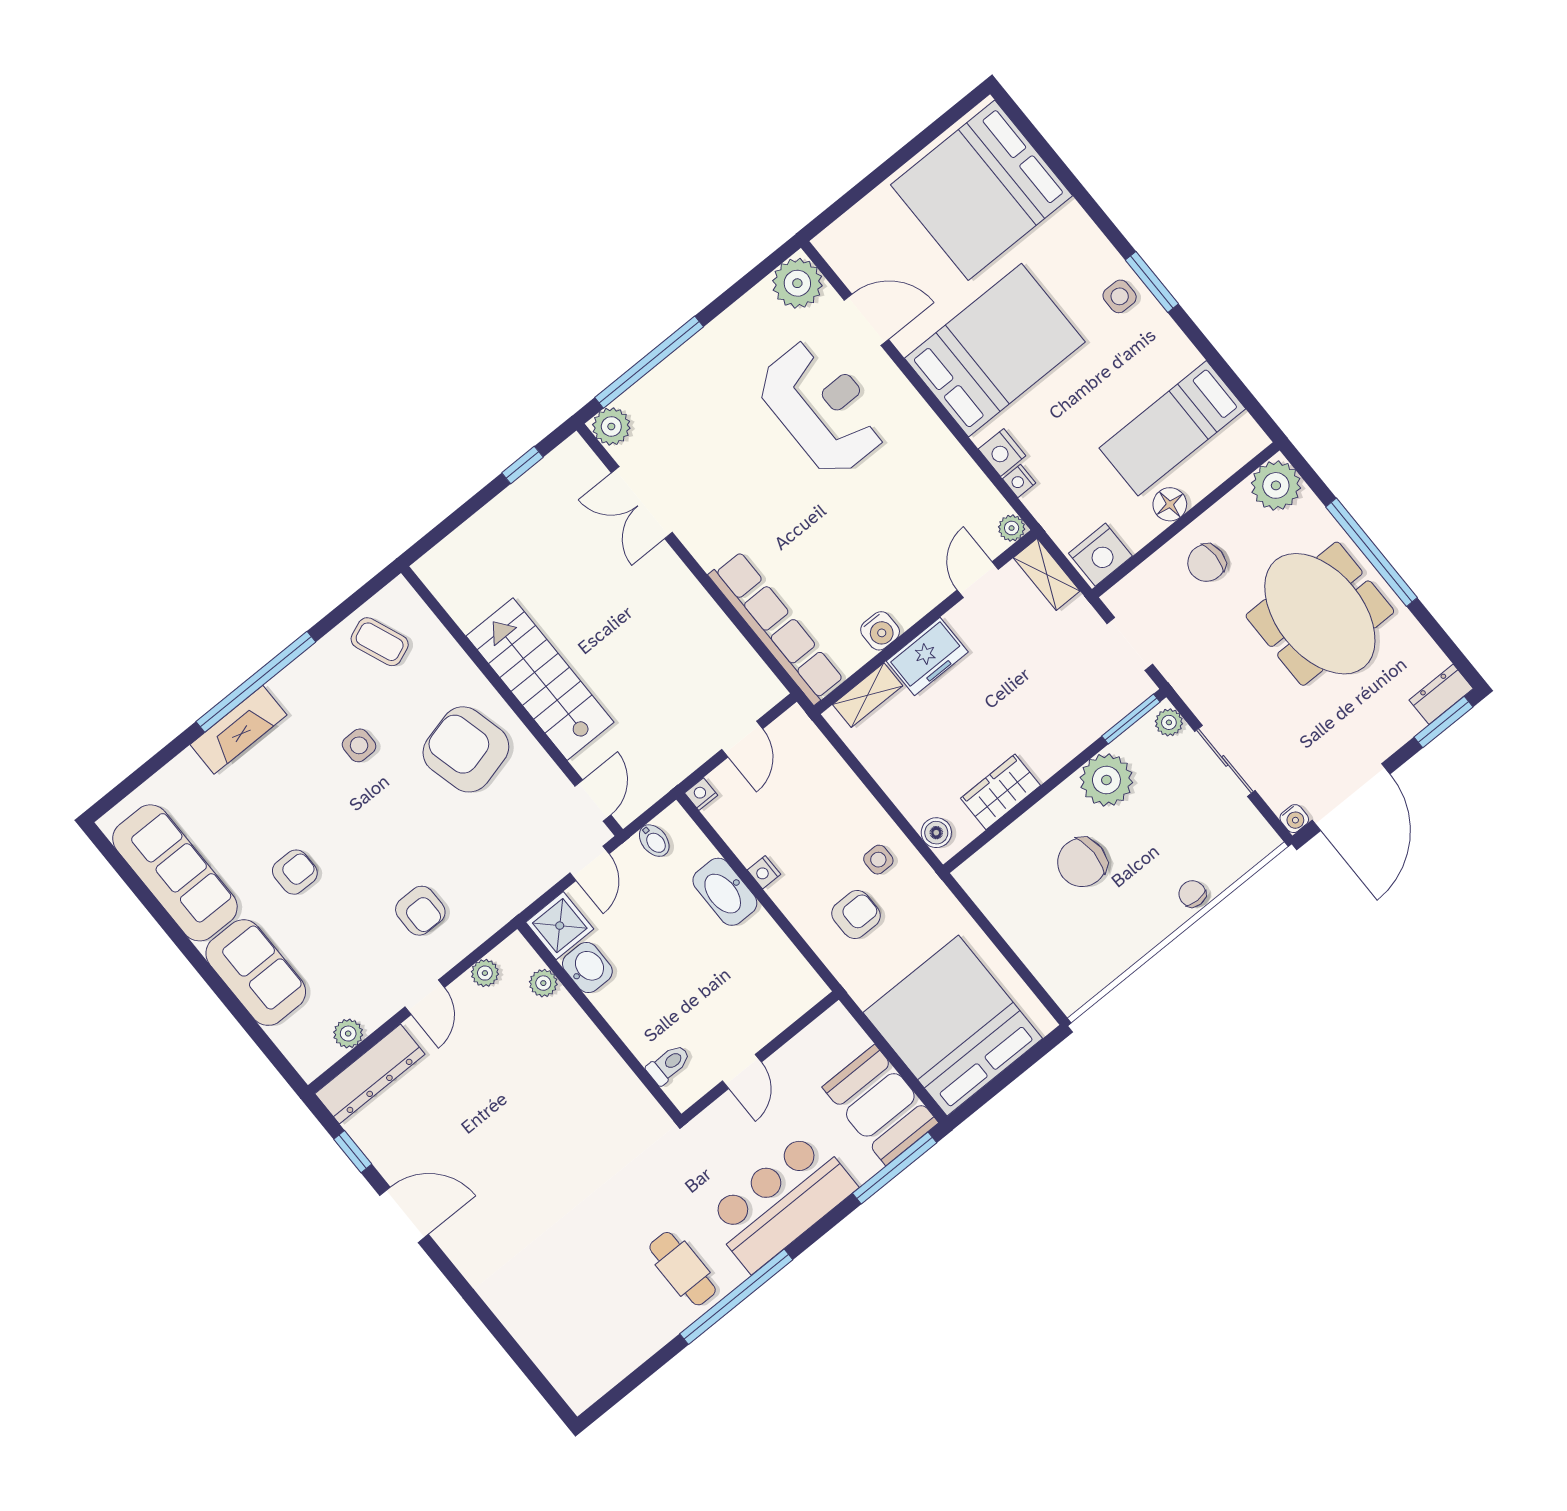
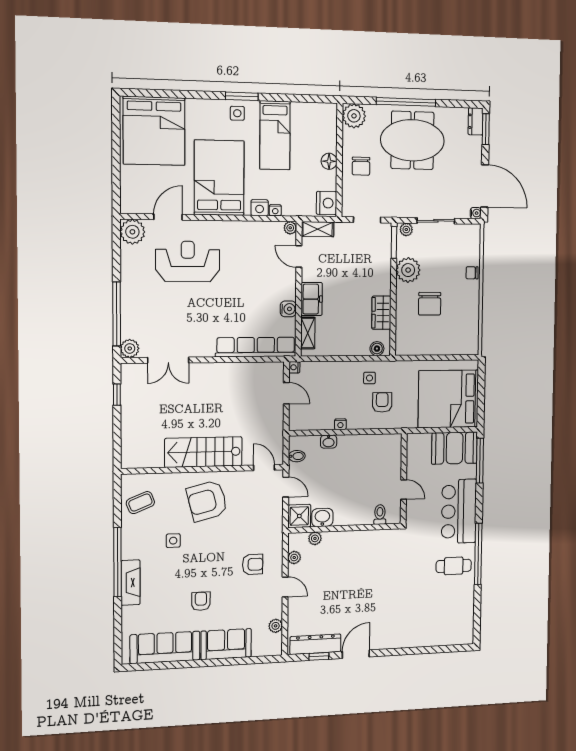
bed: (1172, 428) -> (275, 135), moved
nightstand: (701, 794) -> (294, 367), moved
washbasin: (725, 892) -> (329, 442), width x0.52, depth x0.69
dresser: (370, 1074) -> (315, 644), moved, turned -90

